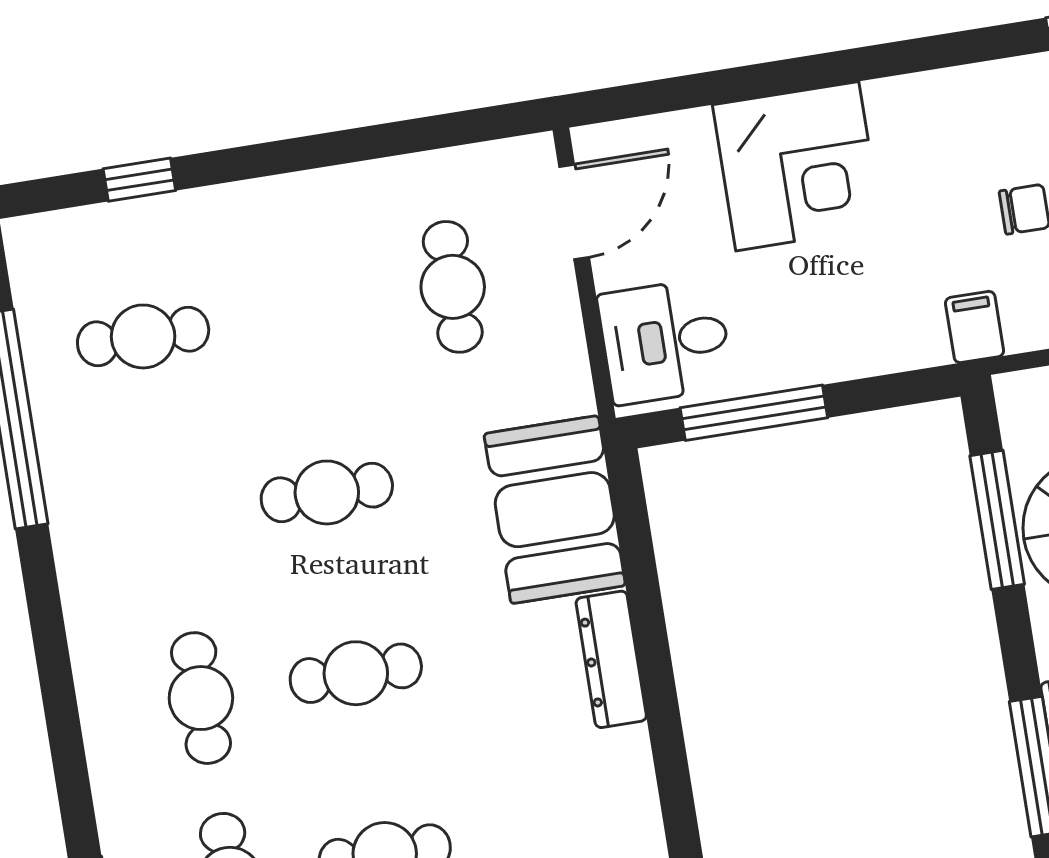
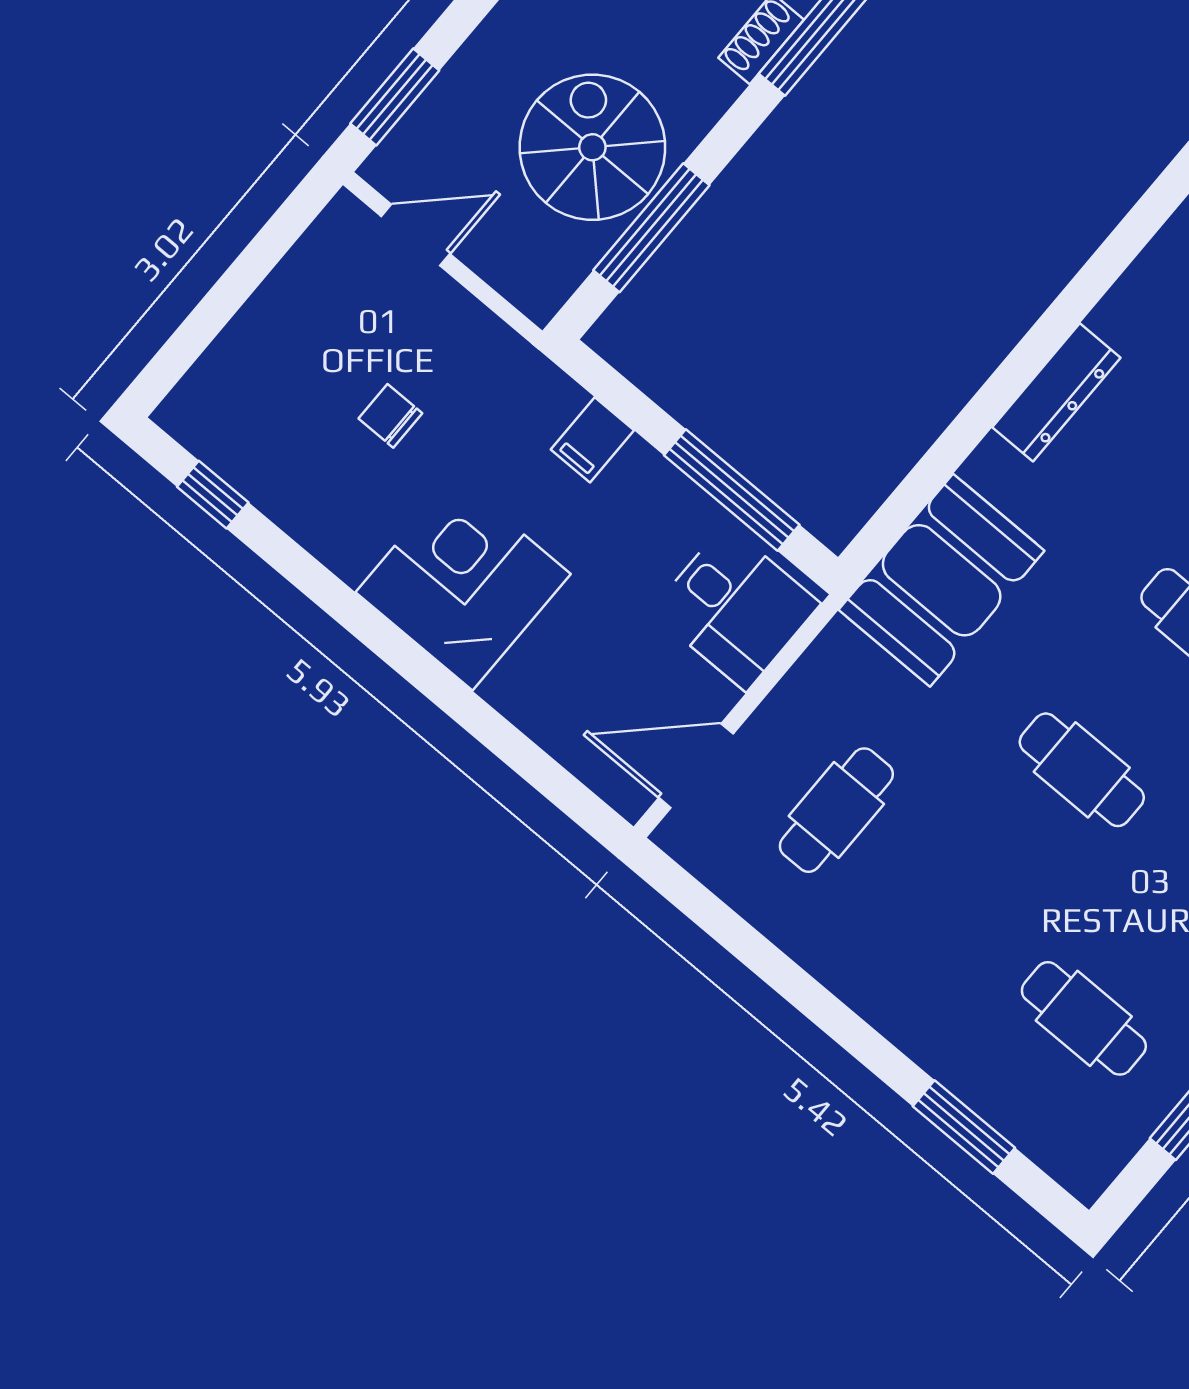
corner desk: (797, 166) -> (463, 583), moved
window: (139, 180) -> (964, 1127), width x1.50
filing cabinet: (975, 327) -> (592, 440), moved
dresser: (611, 659) -> (1056, 392), moved

